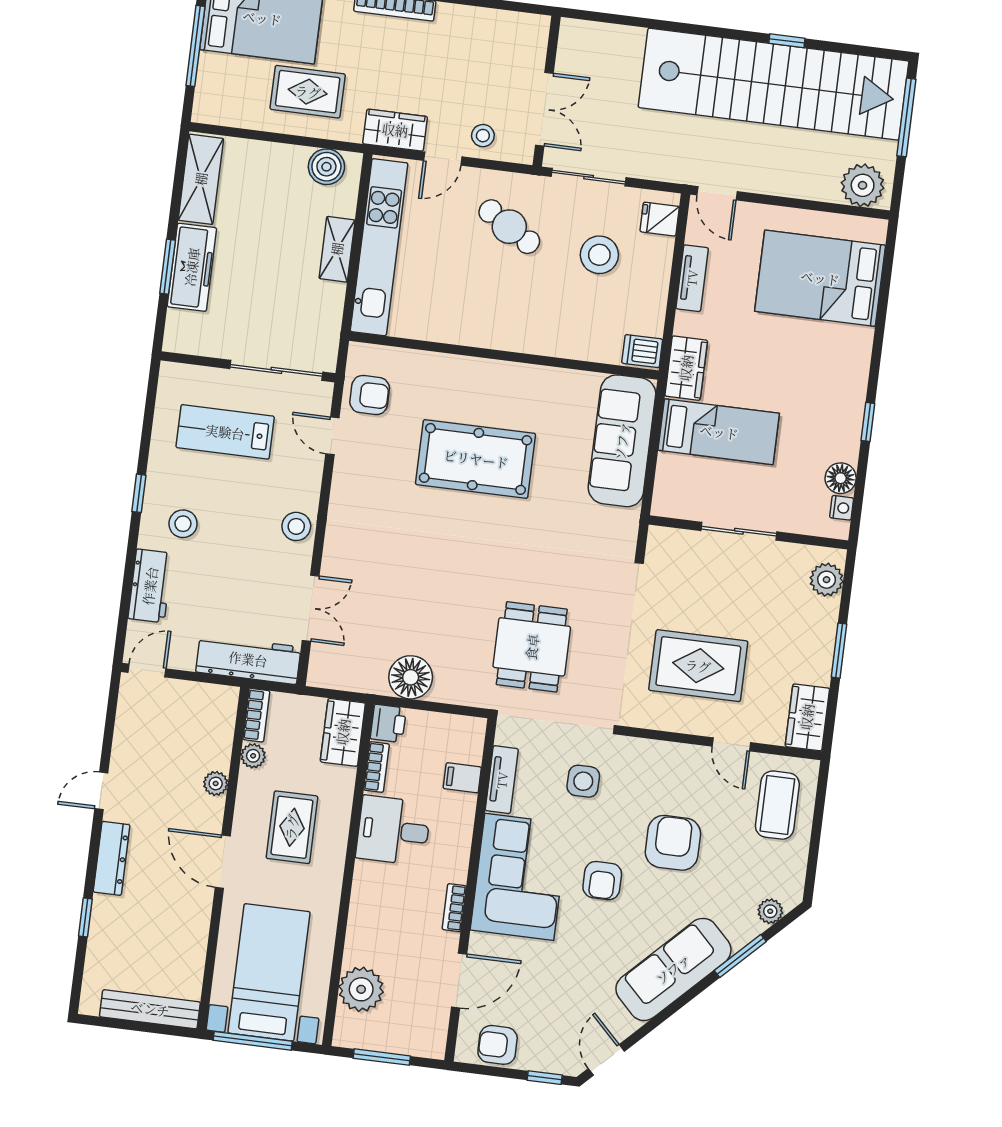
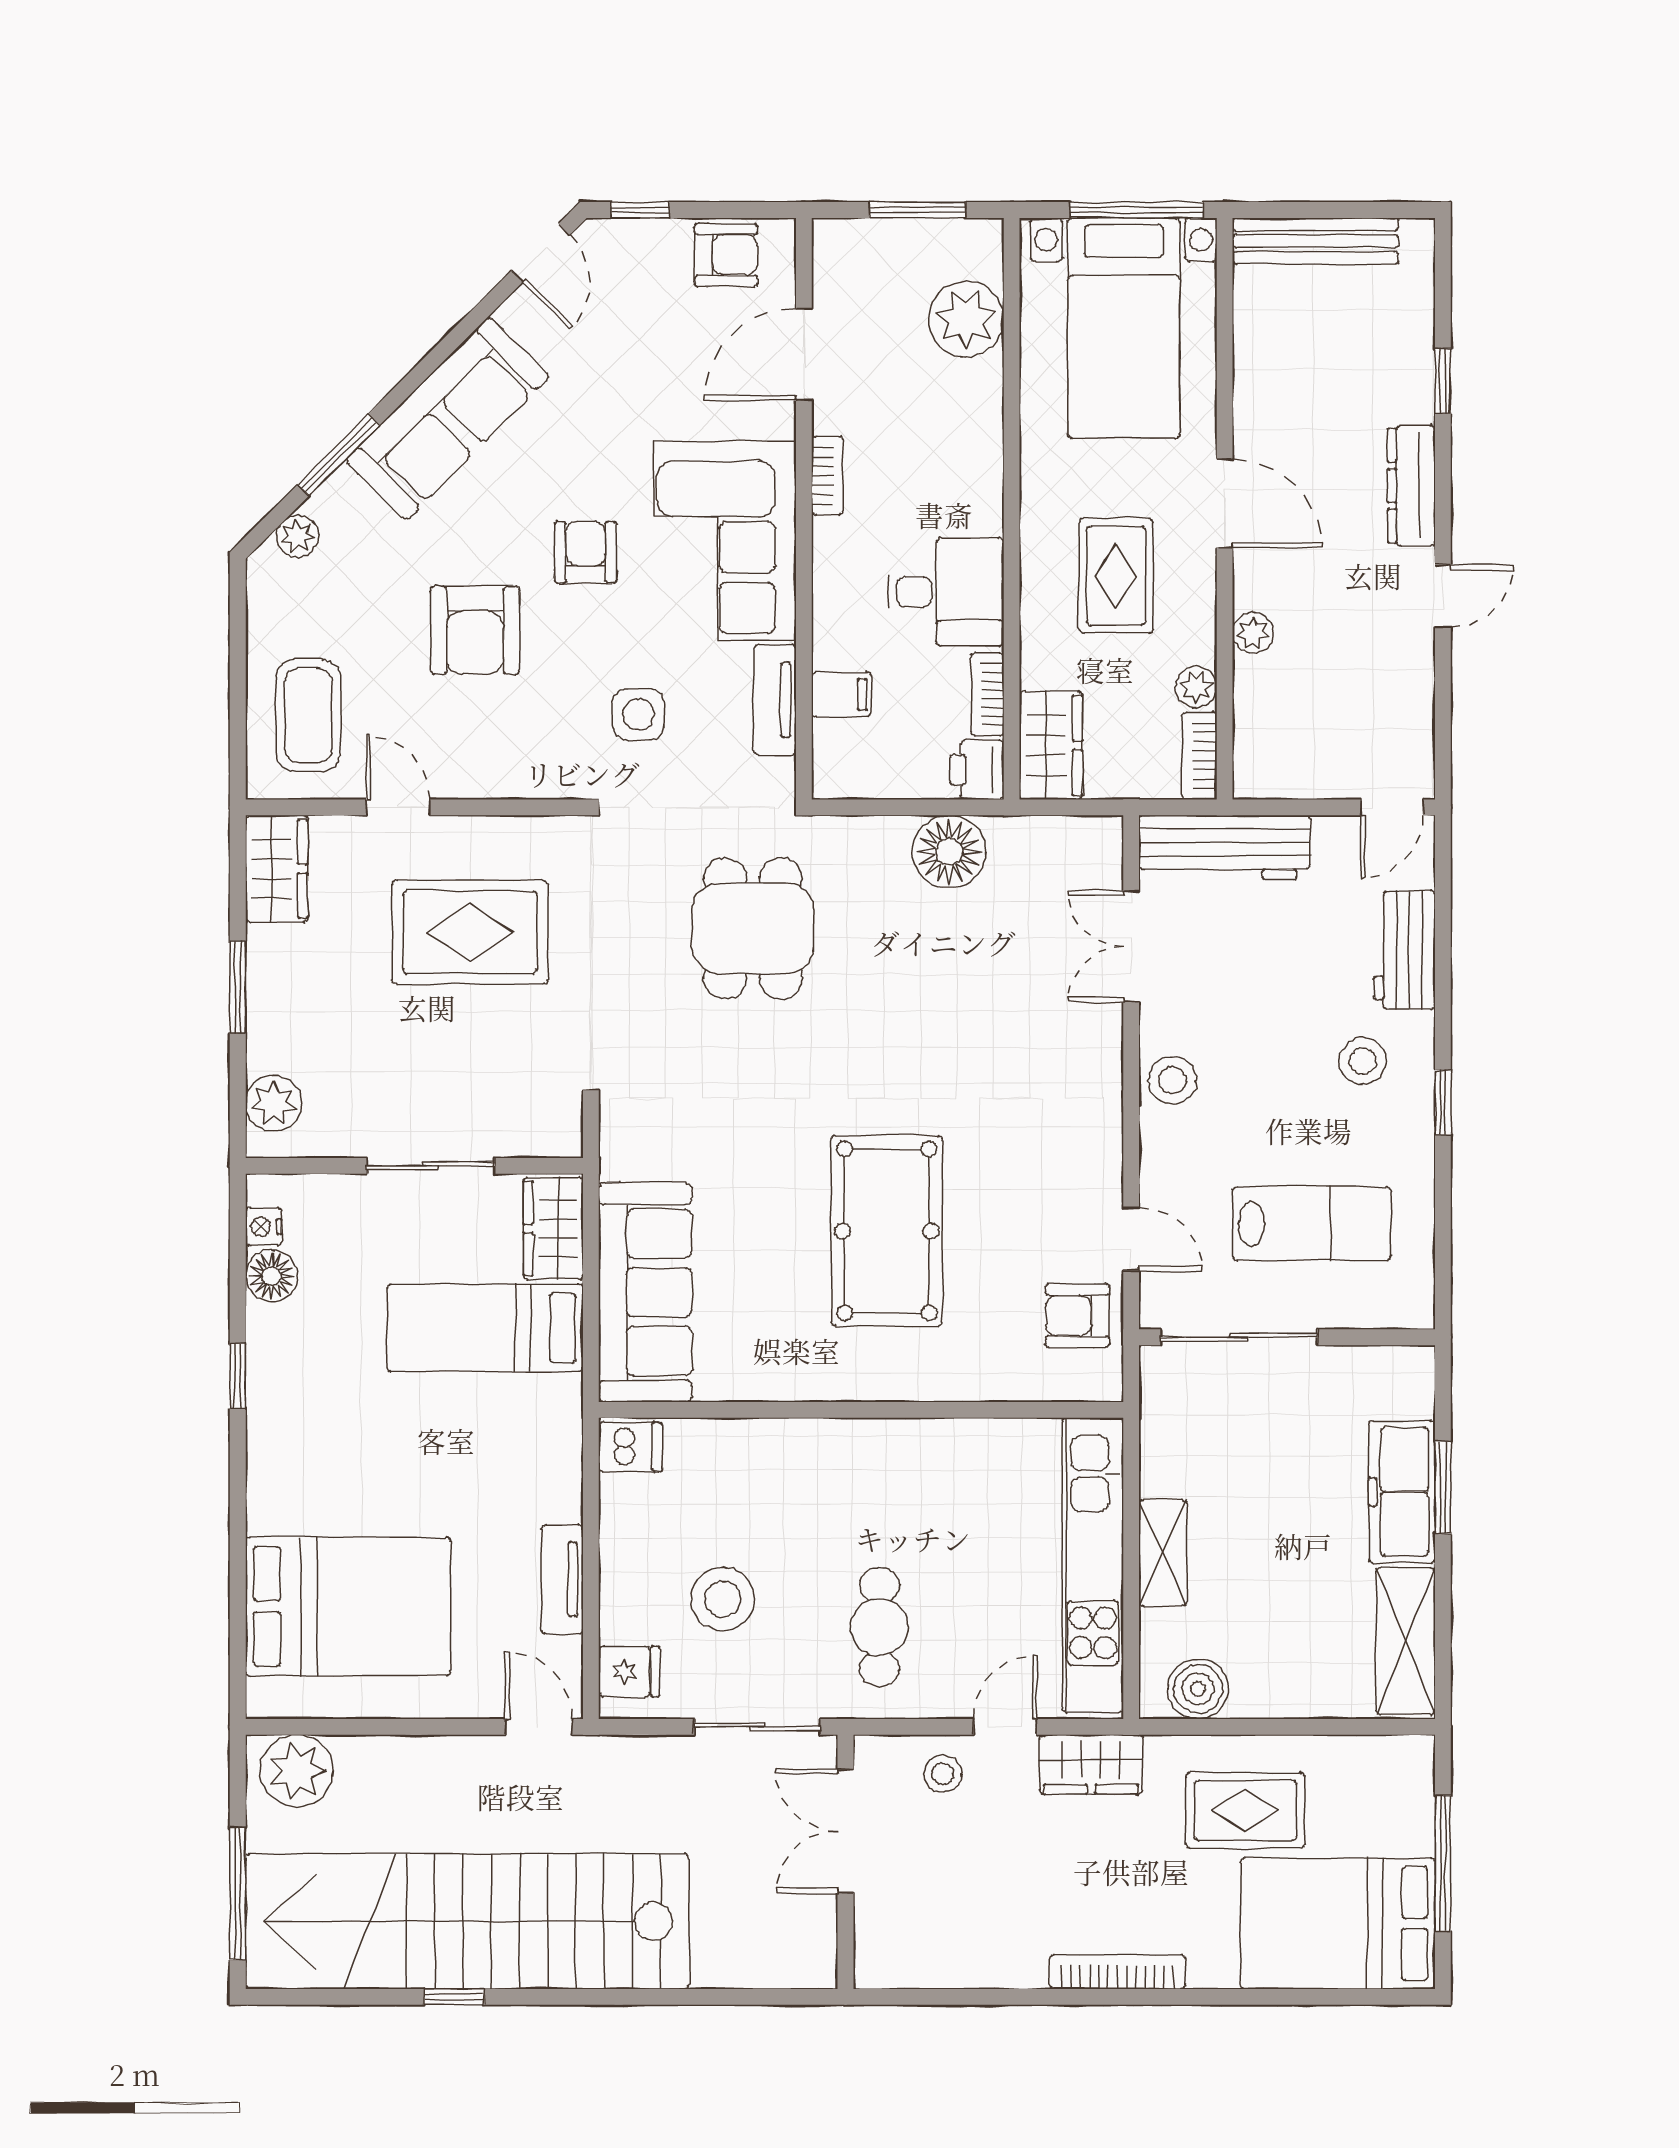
cafe table: (509, 227) -> (879, 1627), turned 58
wardrobe: (686, 368) -> (553, 1228), moved
pool table: (476, 459) -> (887, 1231), turned 90

